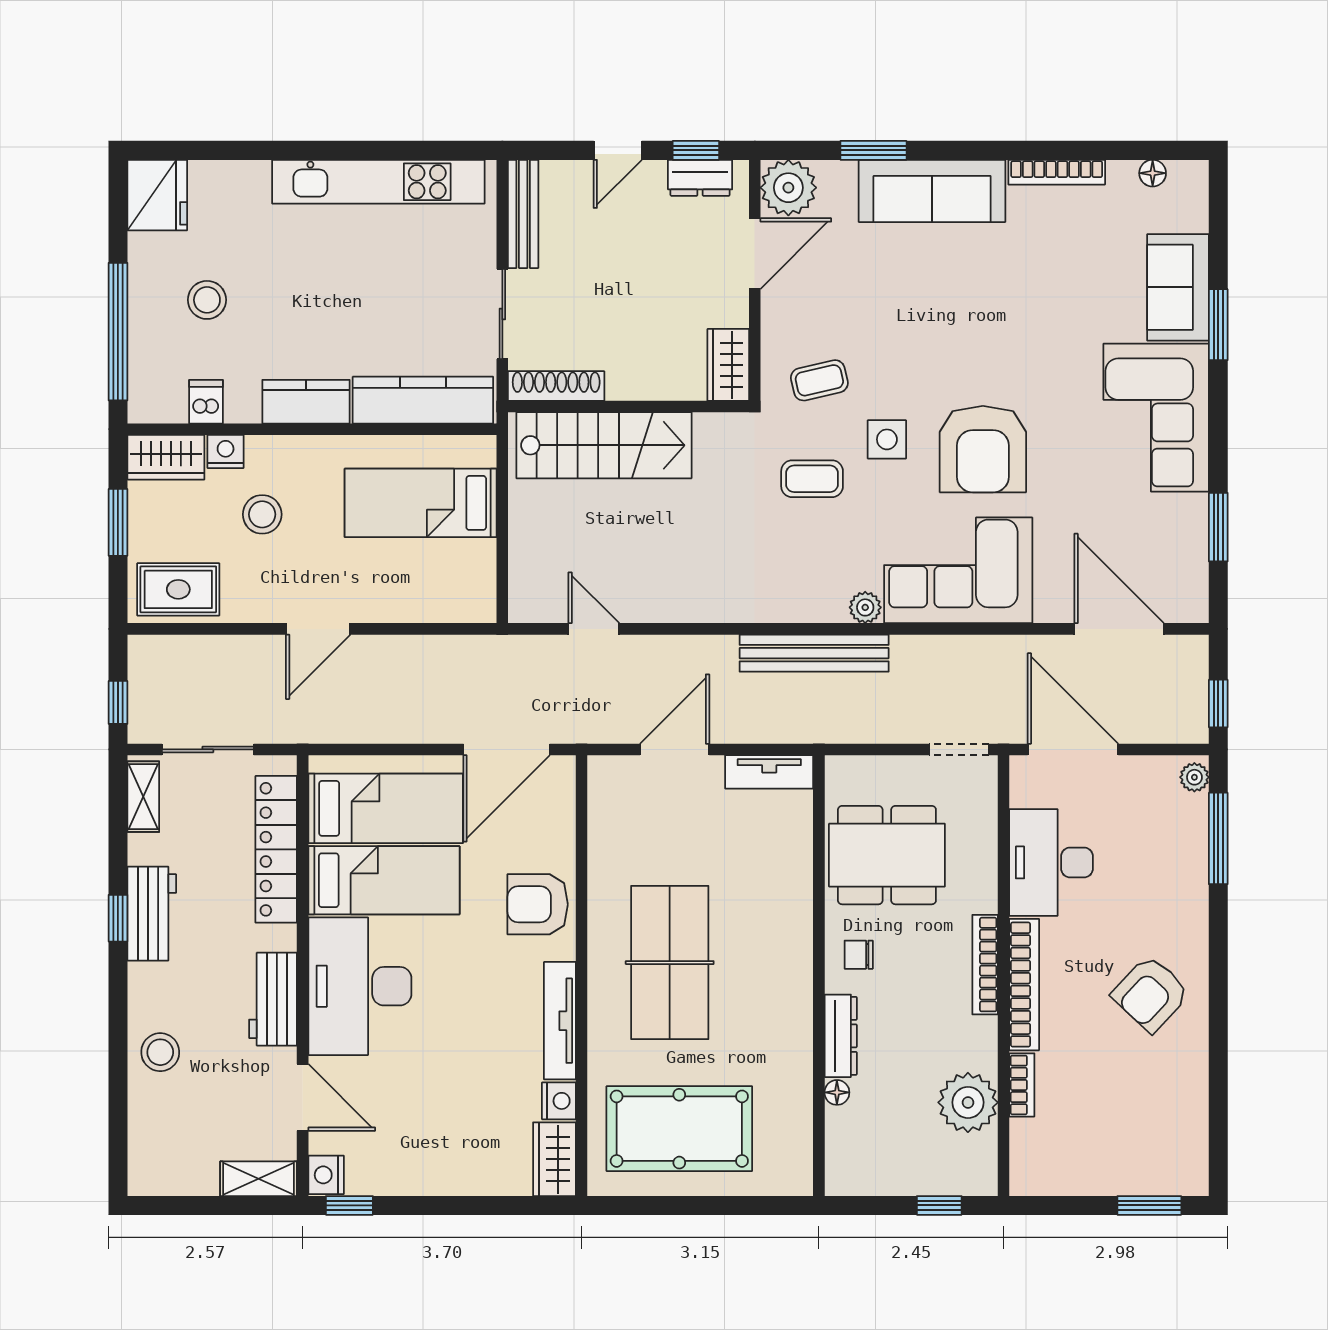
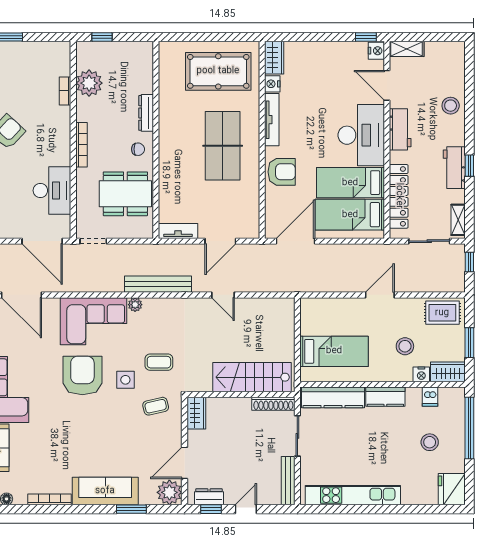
door: (594, 629) -> (223, 295), moved
bookcase: (1024, 985) -> (64, 136), removed
floor lamp: (837, 1092) -> (148, 88), removed

